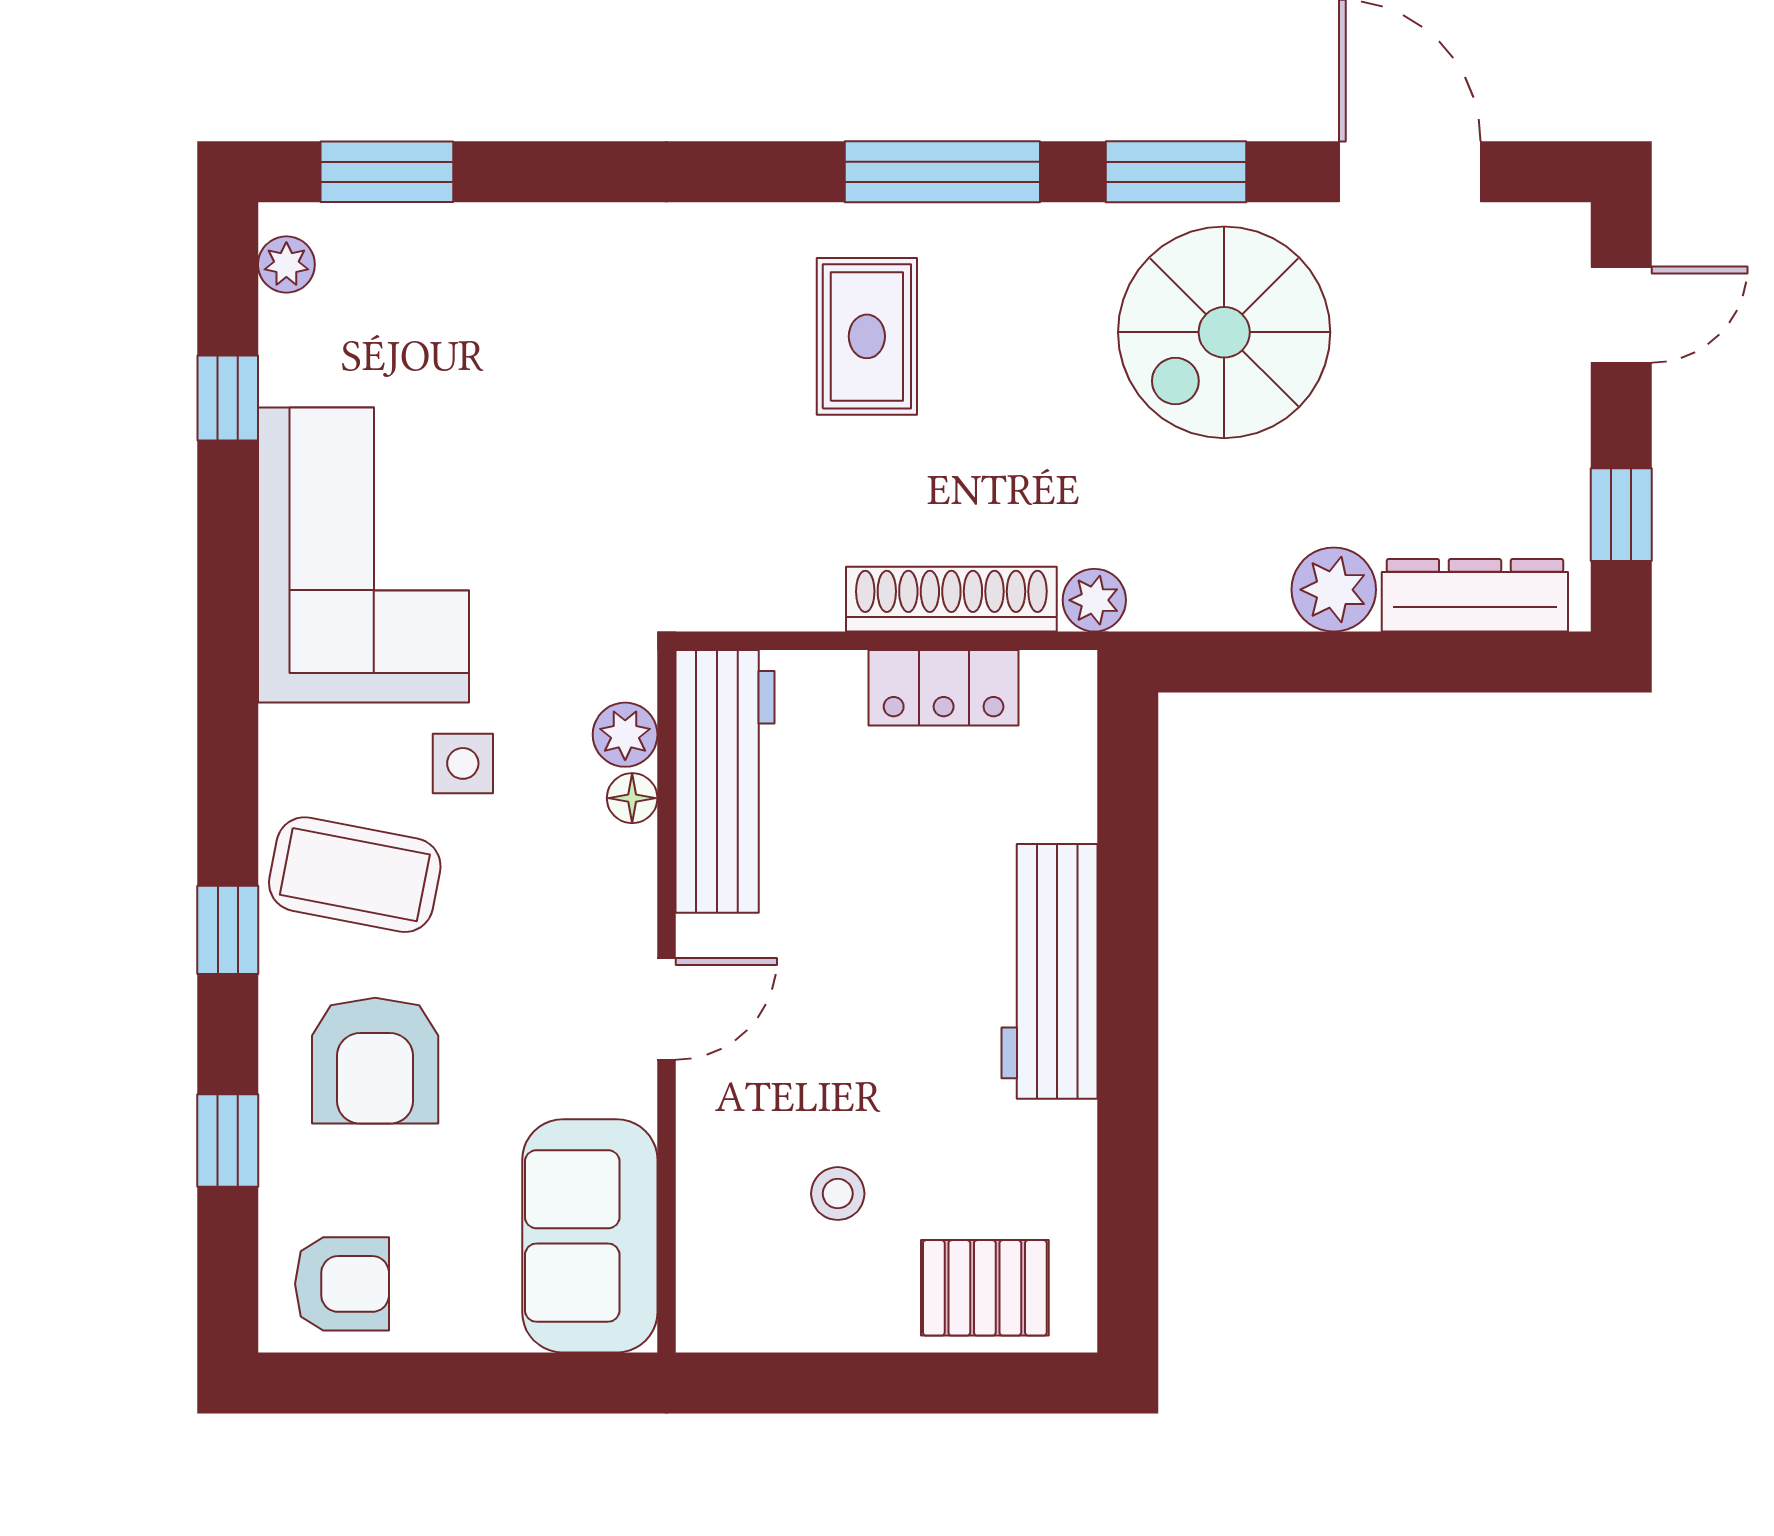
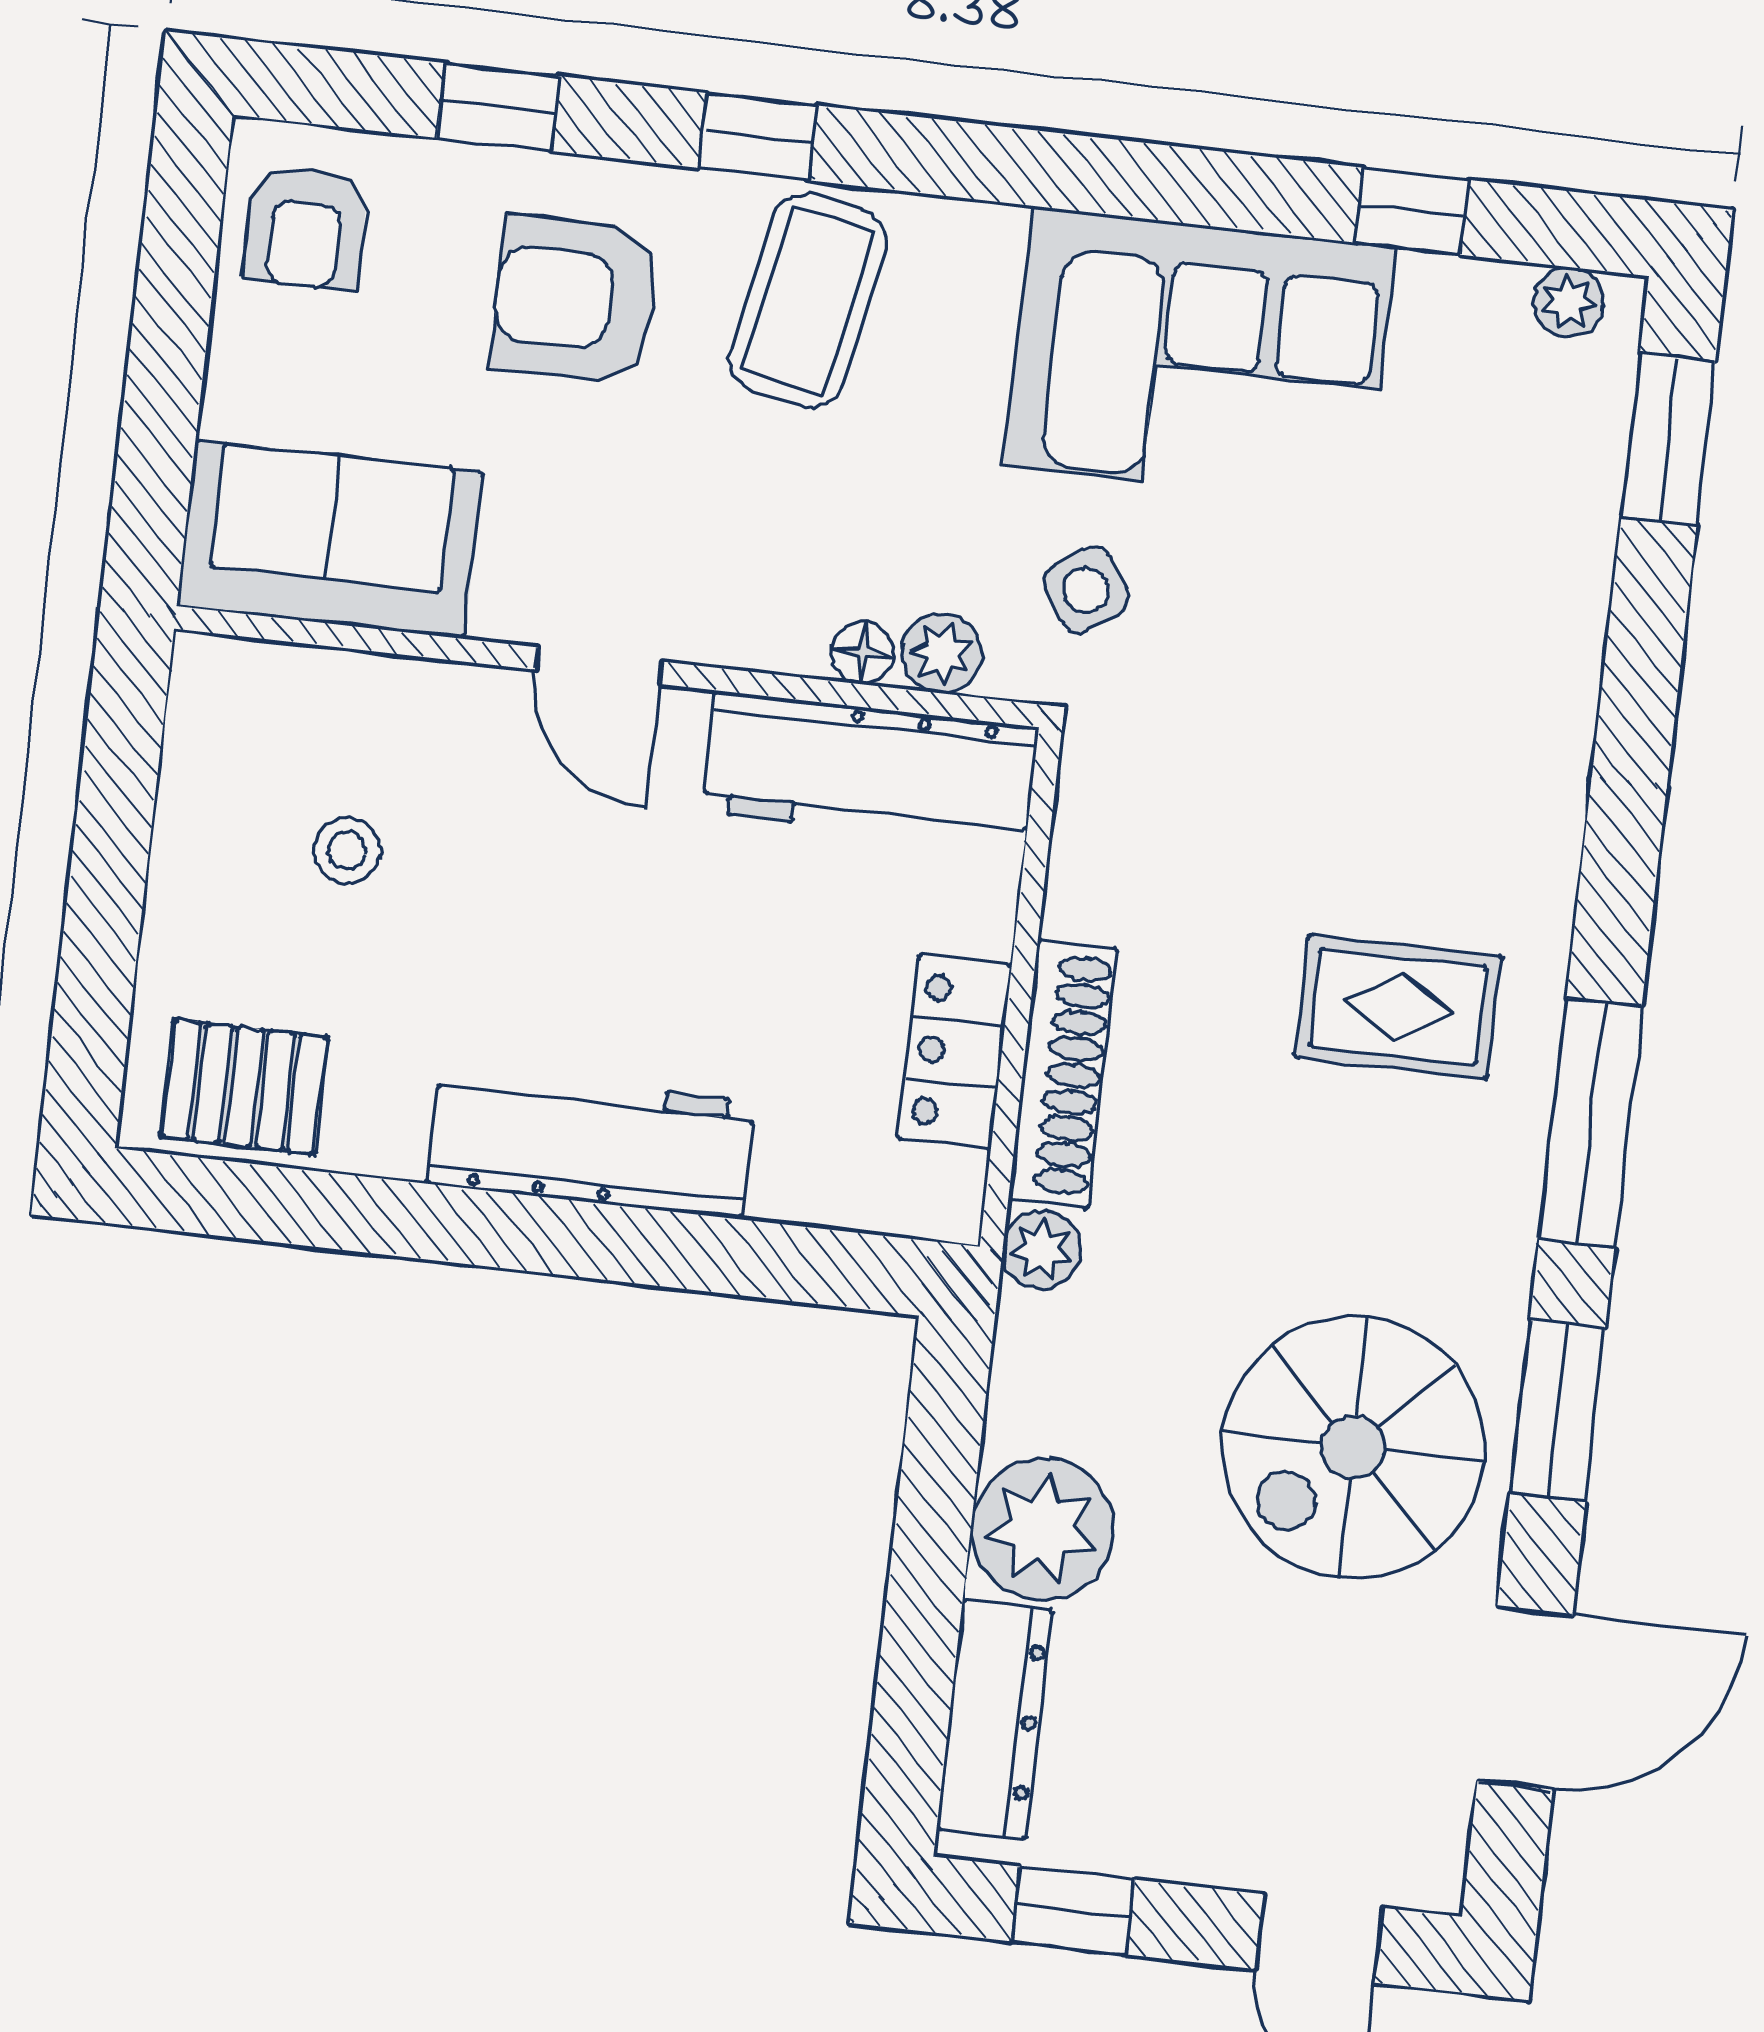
spiral stairs: (1224, 332) -> (1353, 1447), turned -90
plant: (1334, 590) -> (1042, 1529), width x1.36, depth x1.36
side table: (463, 763) -> (1086, 590), moved, turned -34
pallet: (985, 1288) -> (244, 1087), moved, turned 90

